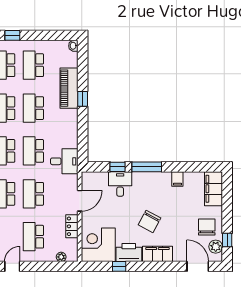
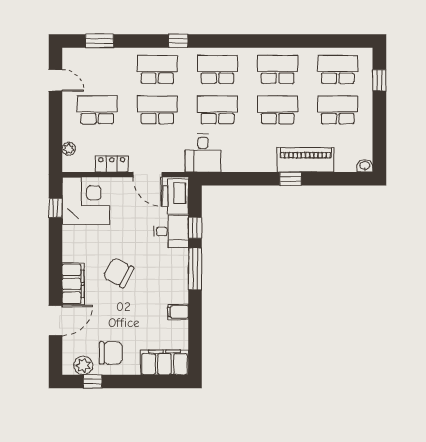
printer: (129, 253) -> (176, 196), moved, turned 180
window: (119, 266) -> (55, 208), moved
door: (198, 266) -> (55, 320), moved

